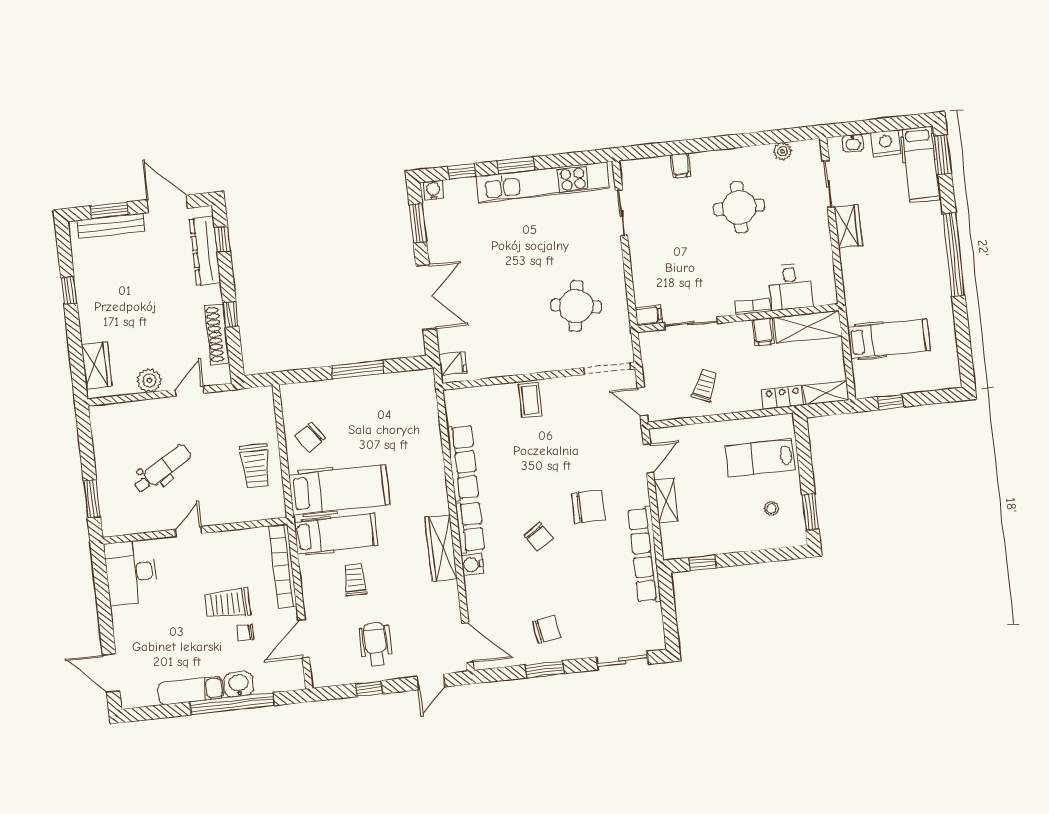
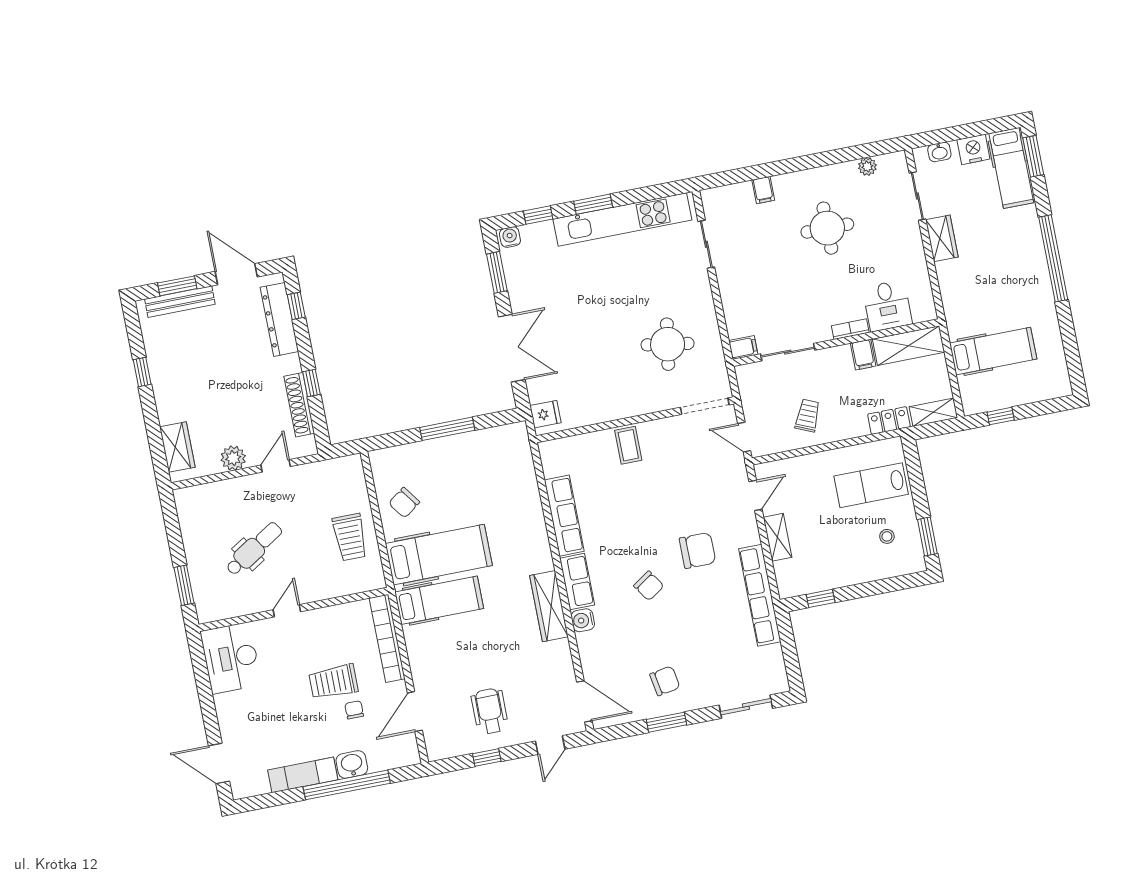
trolley: (355, 580) -> (463, 646), removed
chair: (245, 632) -> (354, 710), turned 90

